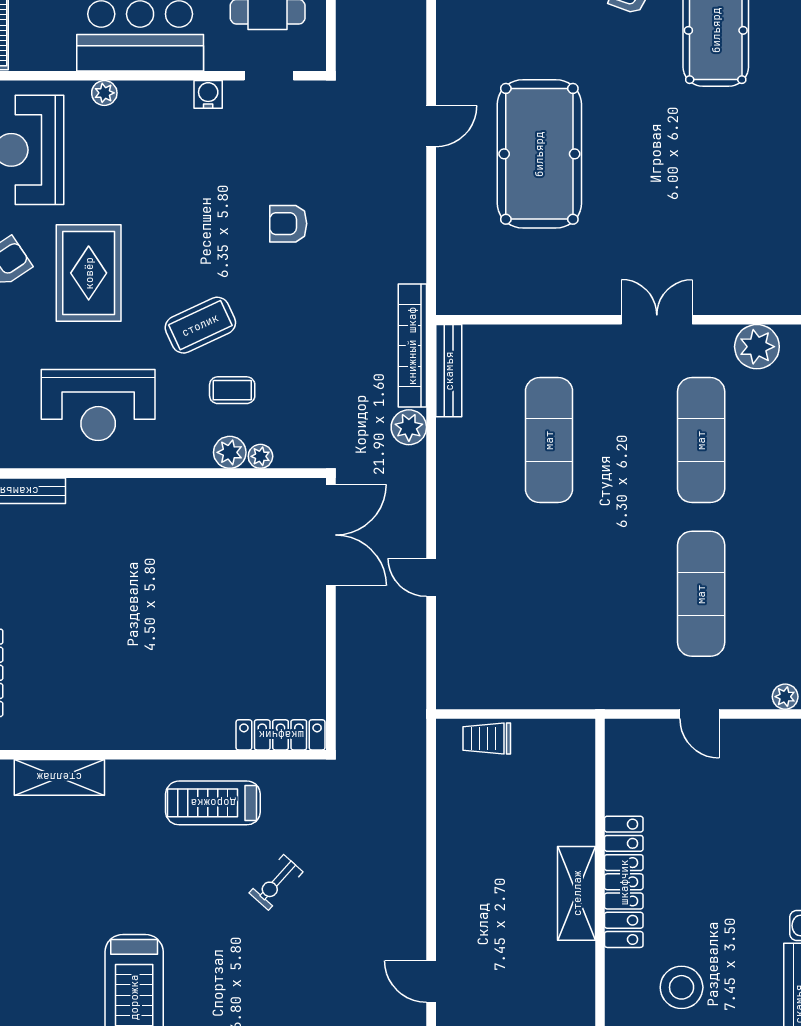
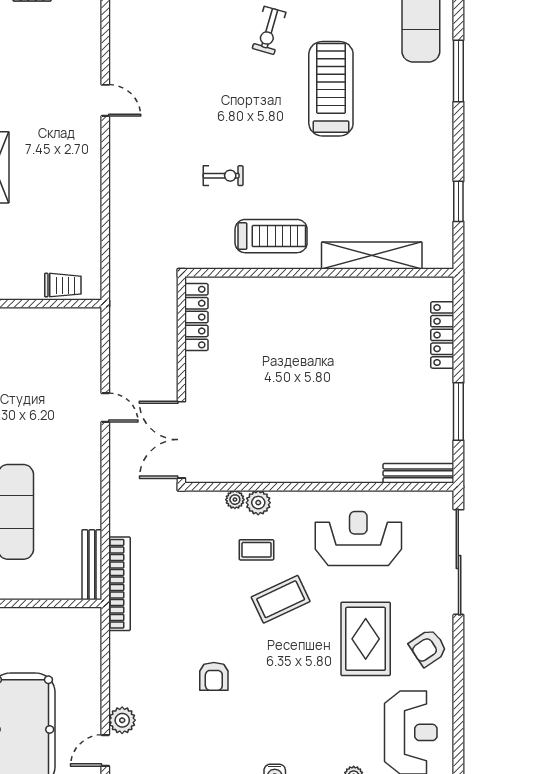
armchair: (288, 224) -> (214, 676), turned 90
plant: (409, 427) -> (122, 720), moved
locker: (281, 735) -> (196, 317), moved, turned -90
shelving: (59, 777) -> (372, 255), width x1.47
exercise bike: (276, 882) -> (223, 176), turned 48

